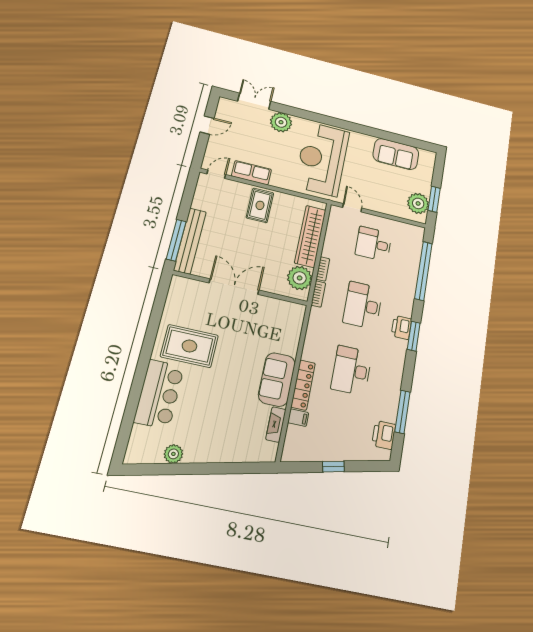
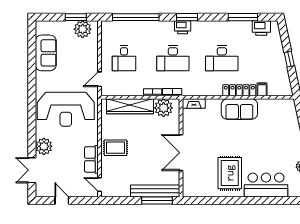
fireplace: (276, 425) -> (194, 103), moved

